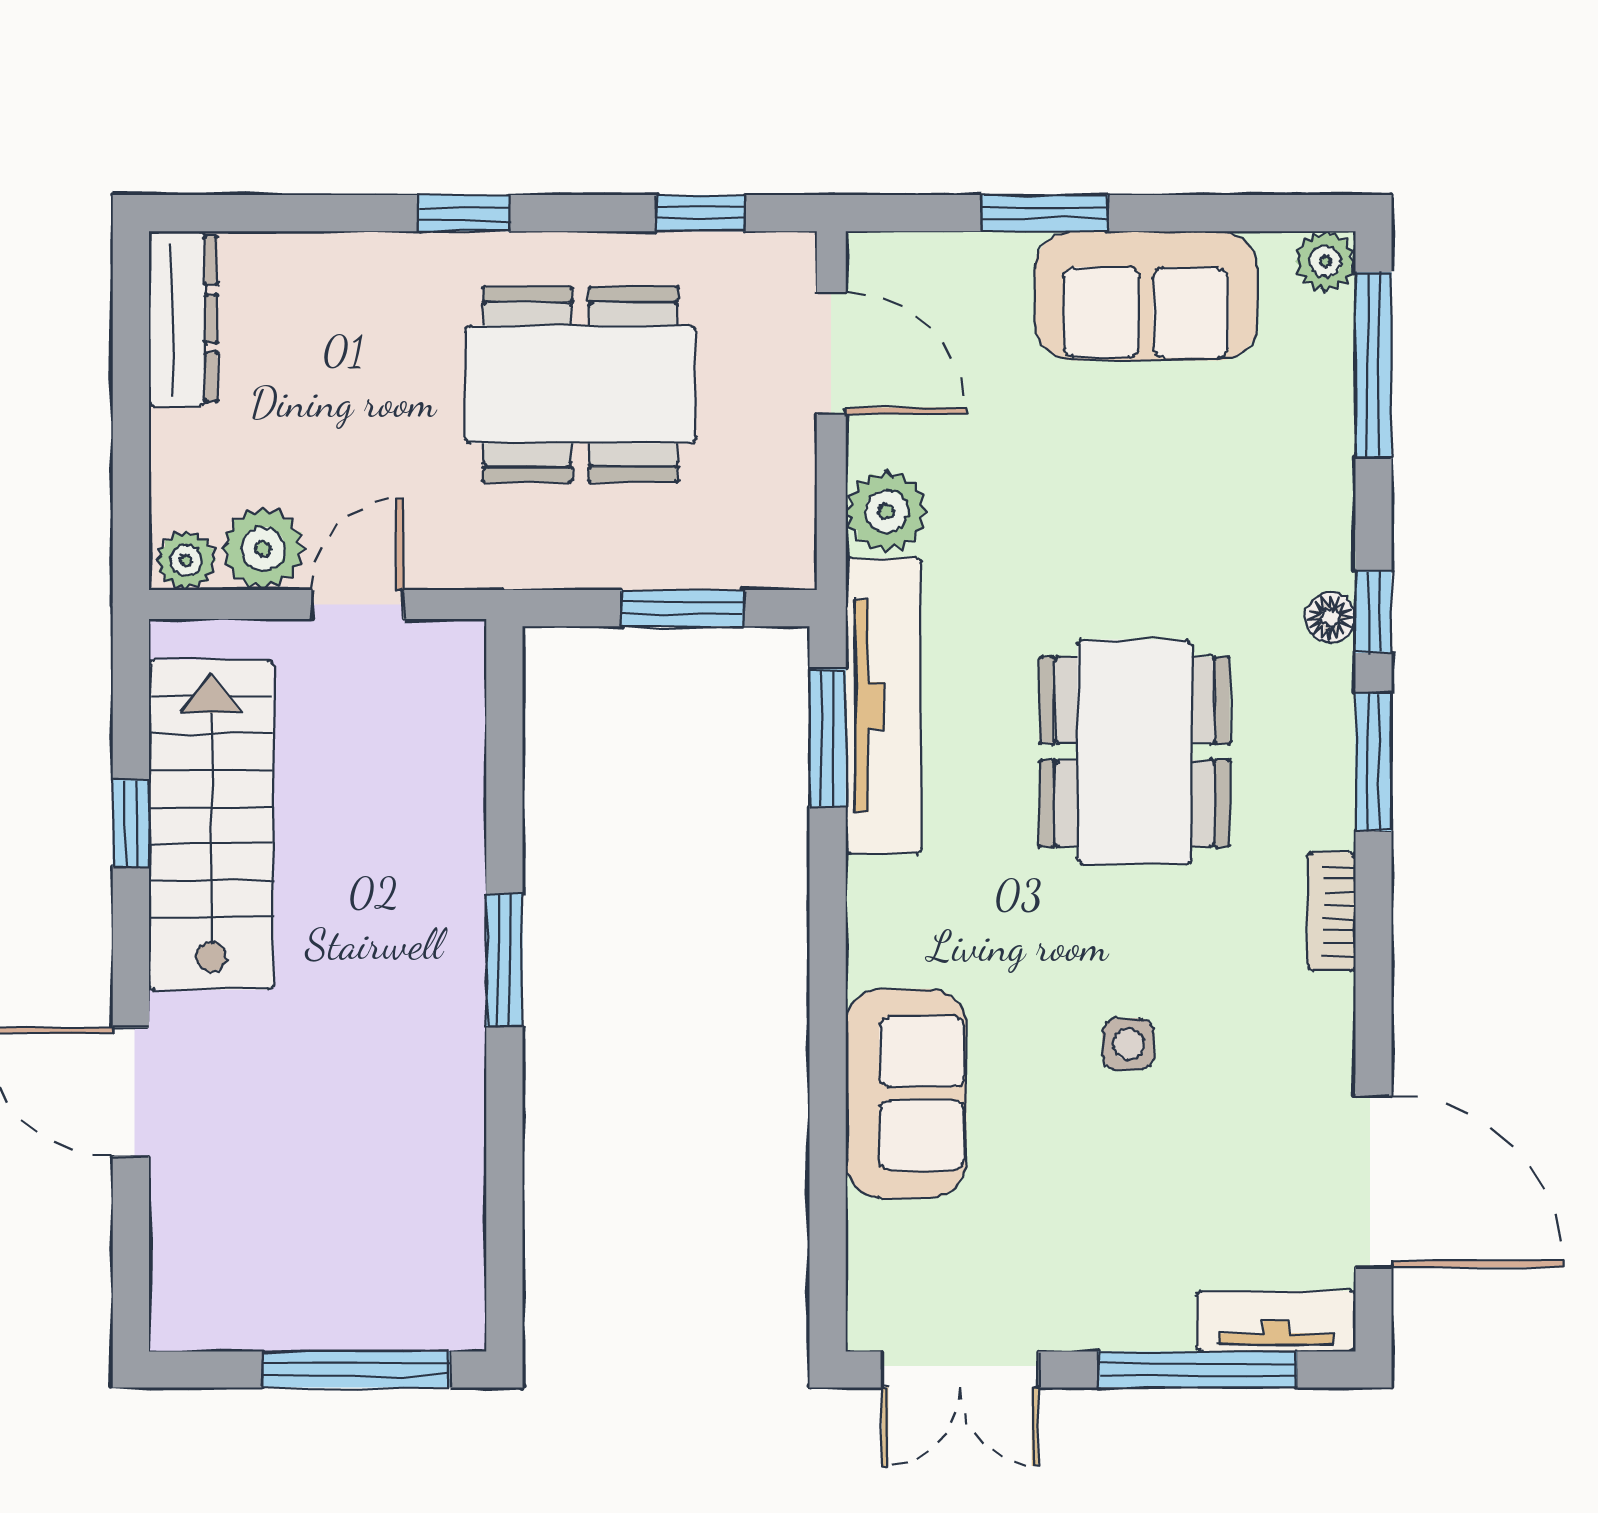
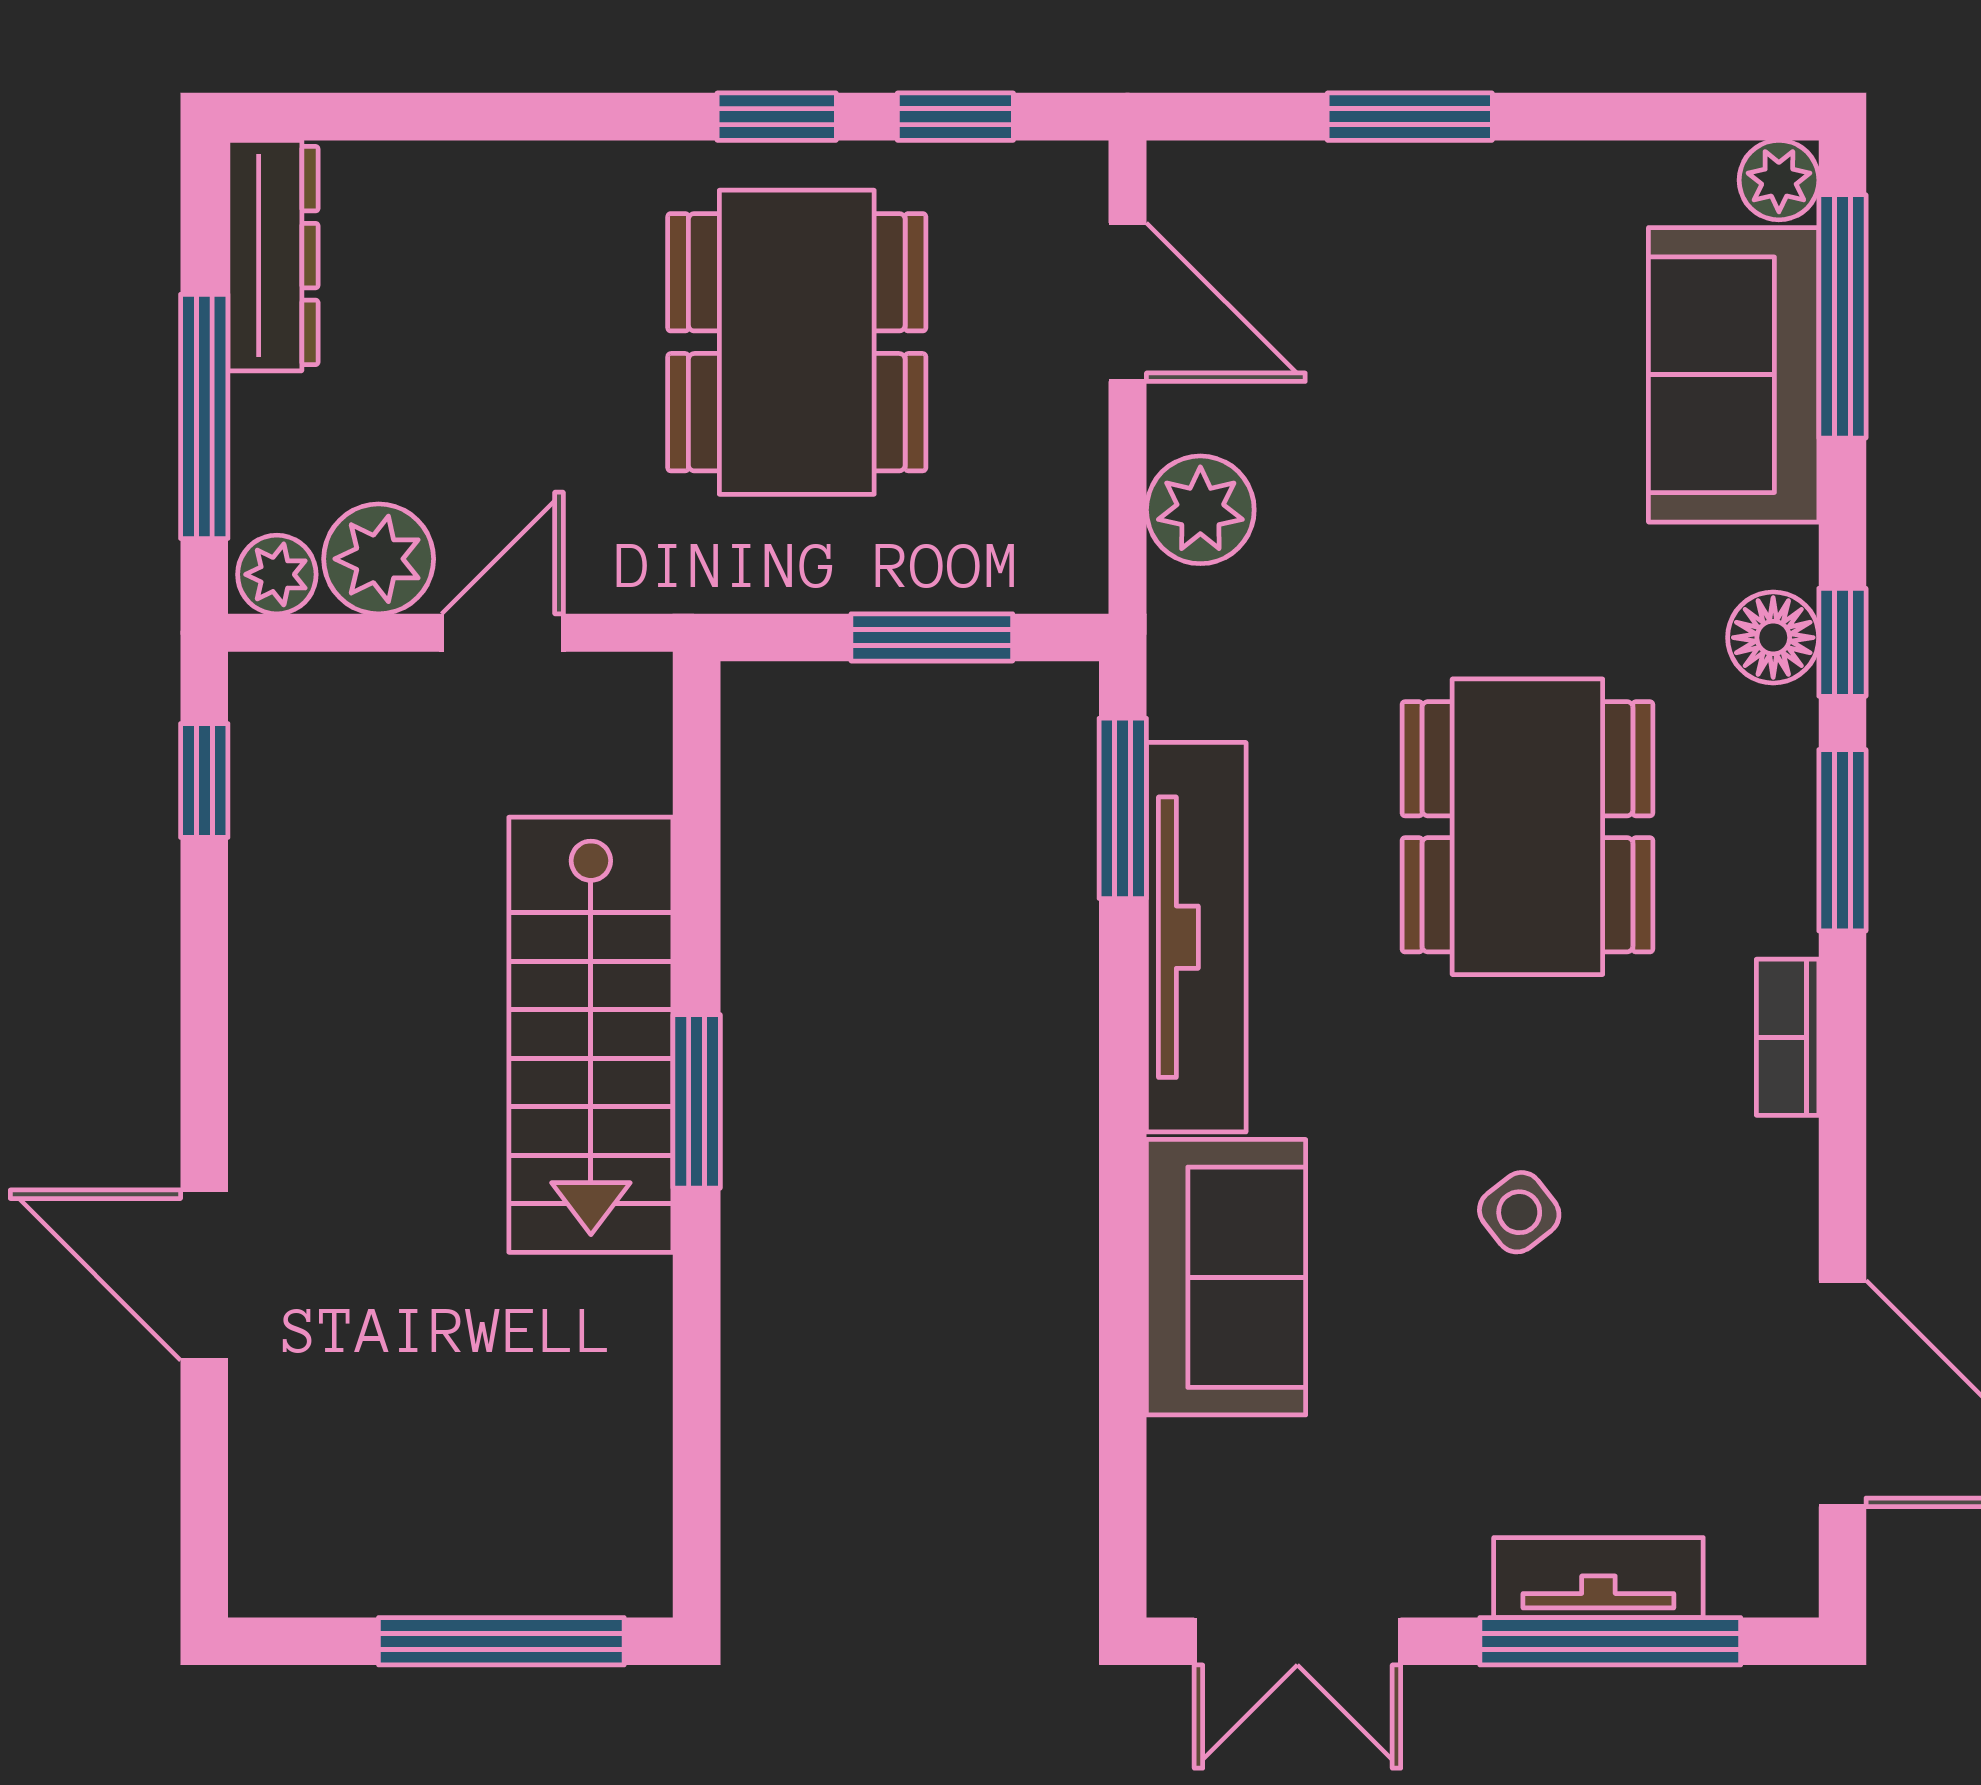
window: (464, 213) -> (777, 117), moved
sofa: (1146, 296) -> (1734, 375), moved, turned 90
dining table: (580, 384) -> (797, 342), turned 90
window: (131, 441) -> (204, 416), added
floor lamp: (1330, 618) -> (1773, 638), width x1.37, depth x1.37
tv unit: (883, 706) -> (1196, 937), moved
window: (131, 823) -> (204, 780), moved
stairs: (211, 825) -> (591, 1035), moved, turned 180
side table: (1128, 1044) -> (1519, 1212), turned -38
tv unit: (1276, 1321) -> (1598, 1578), moved

